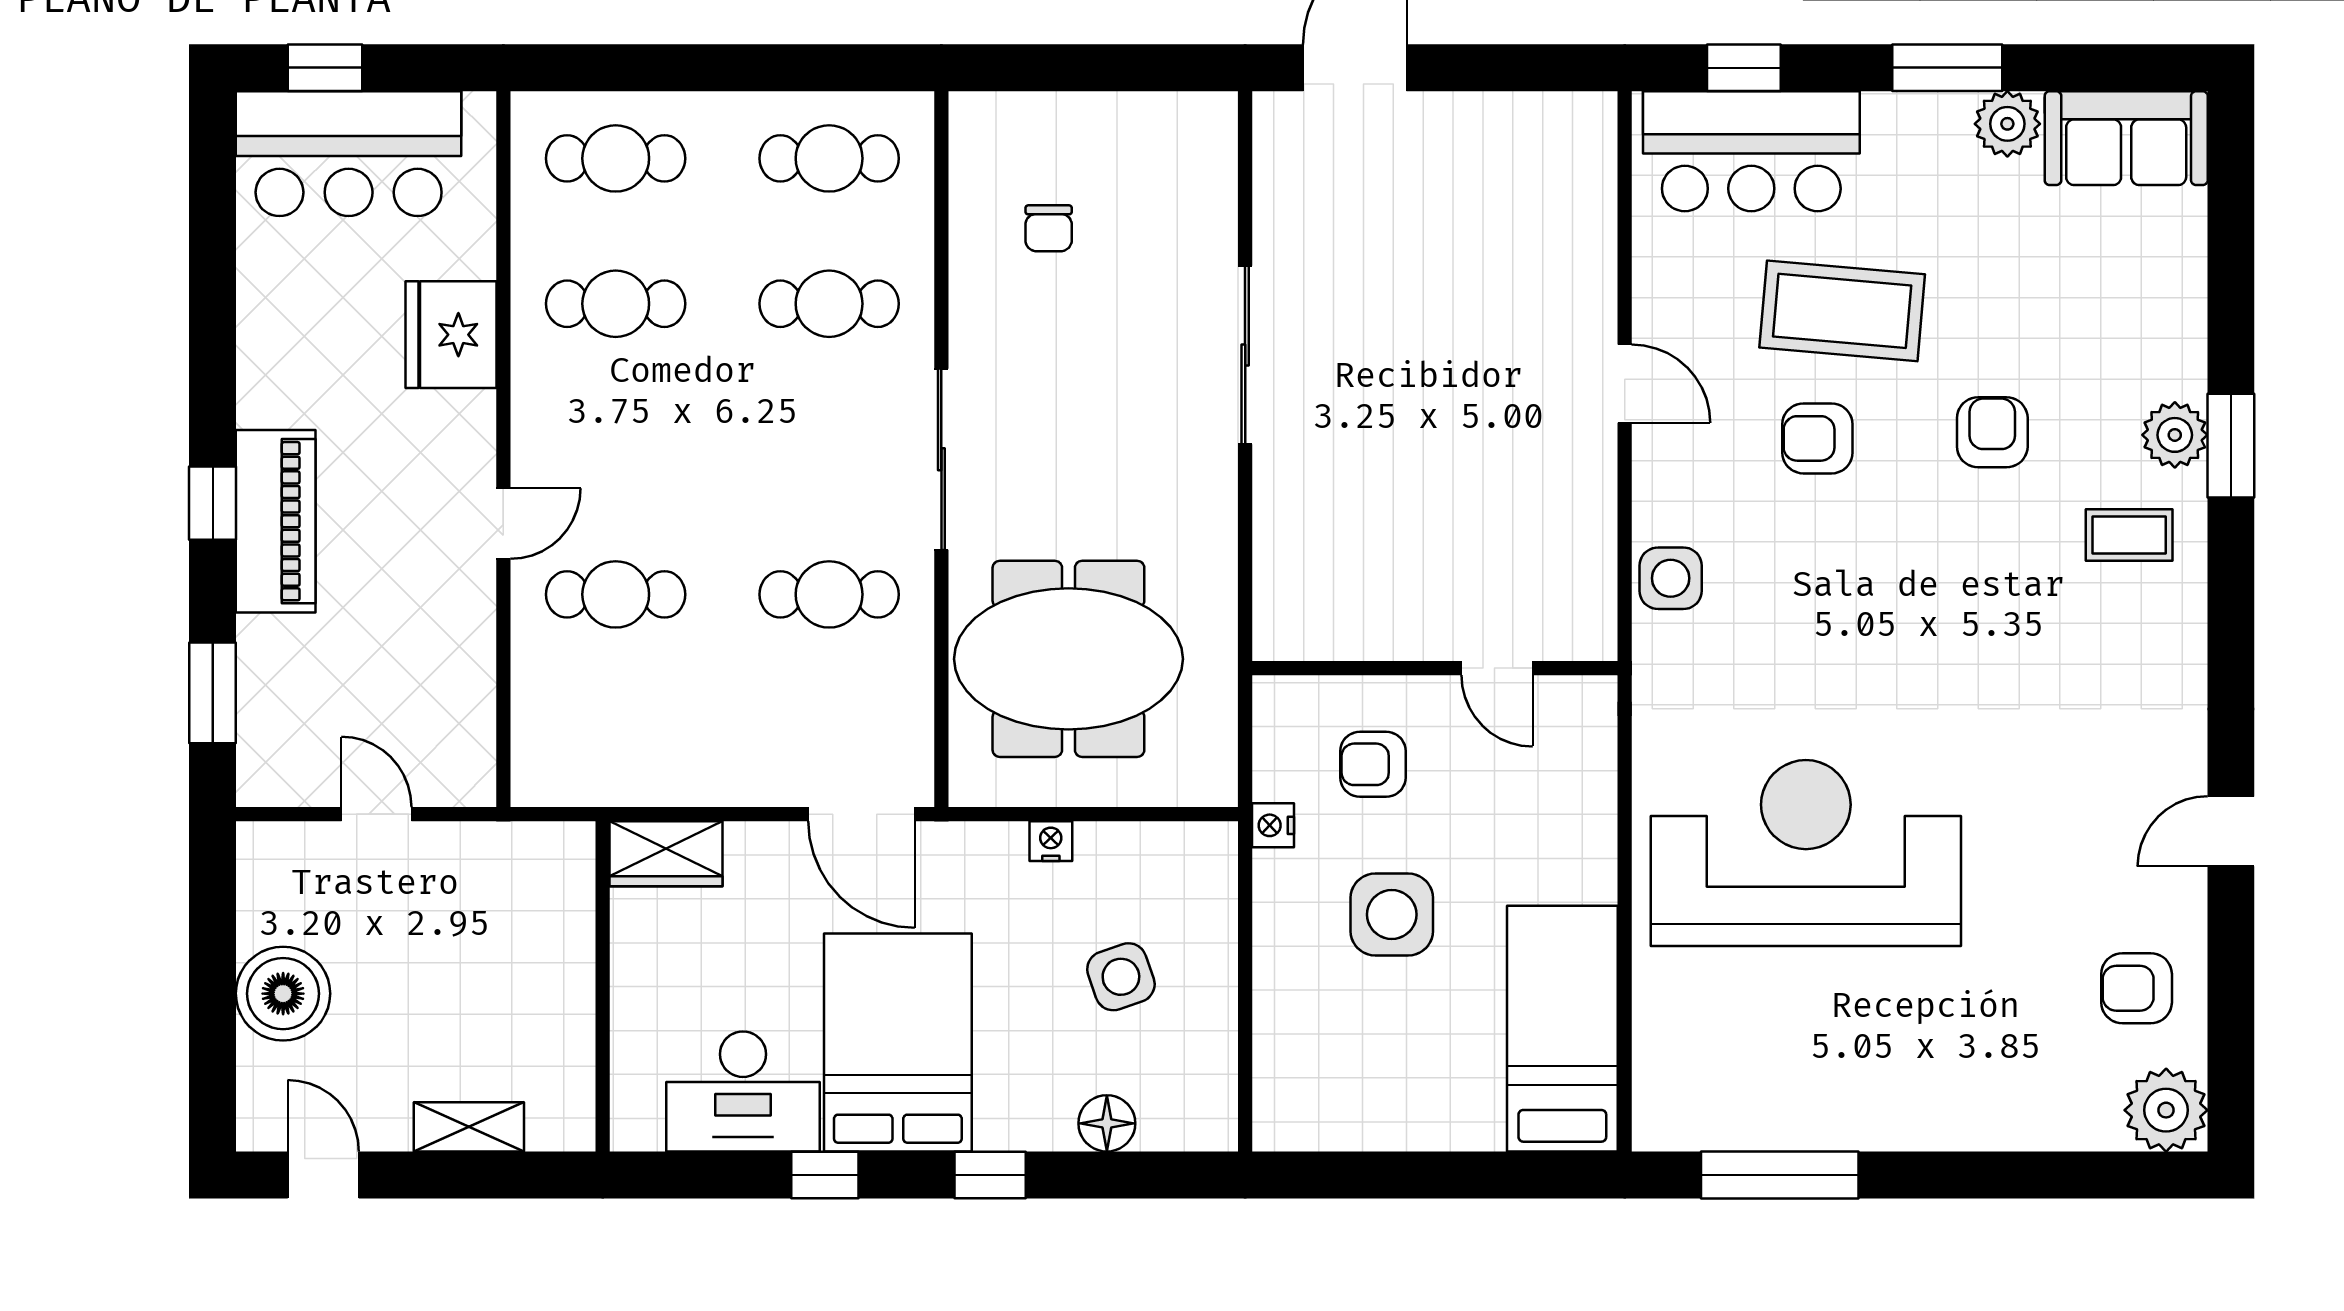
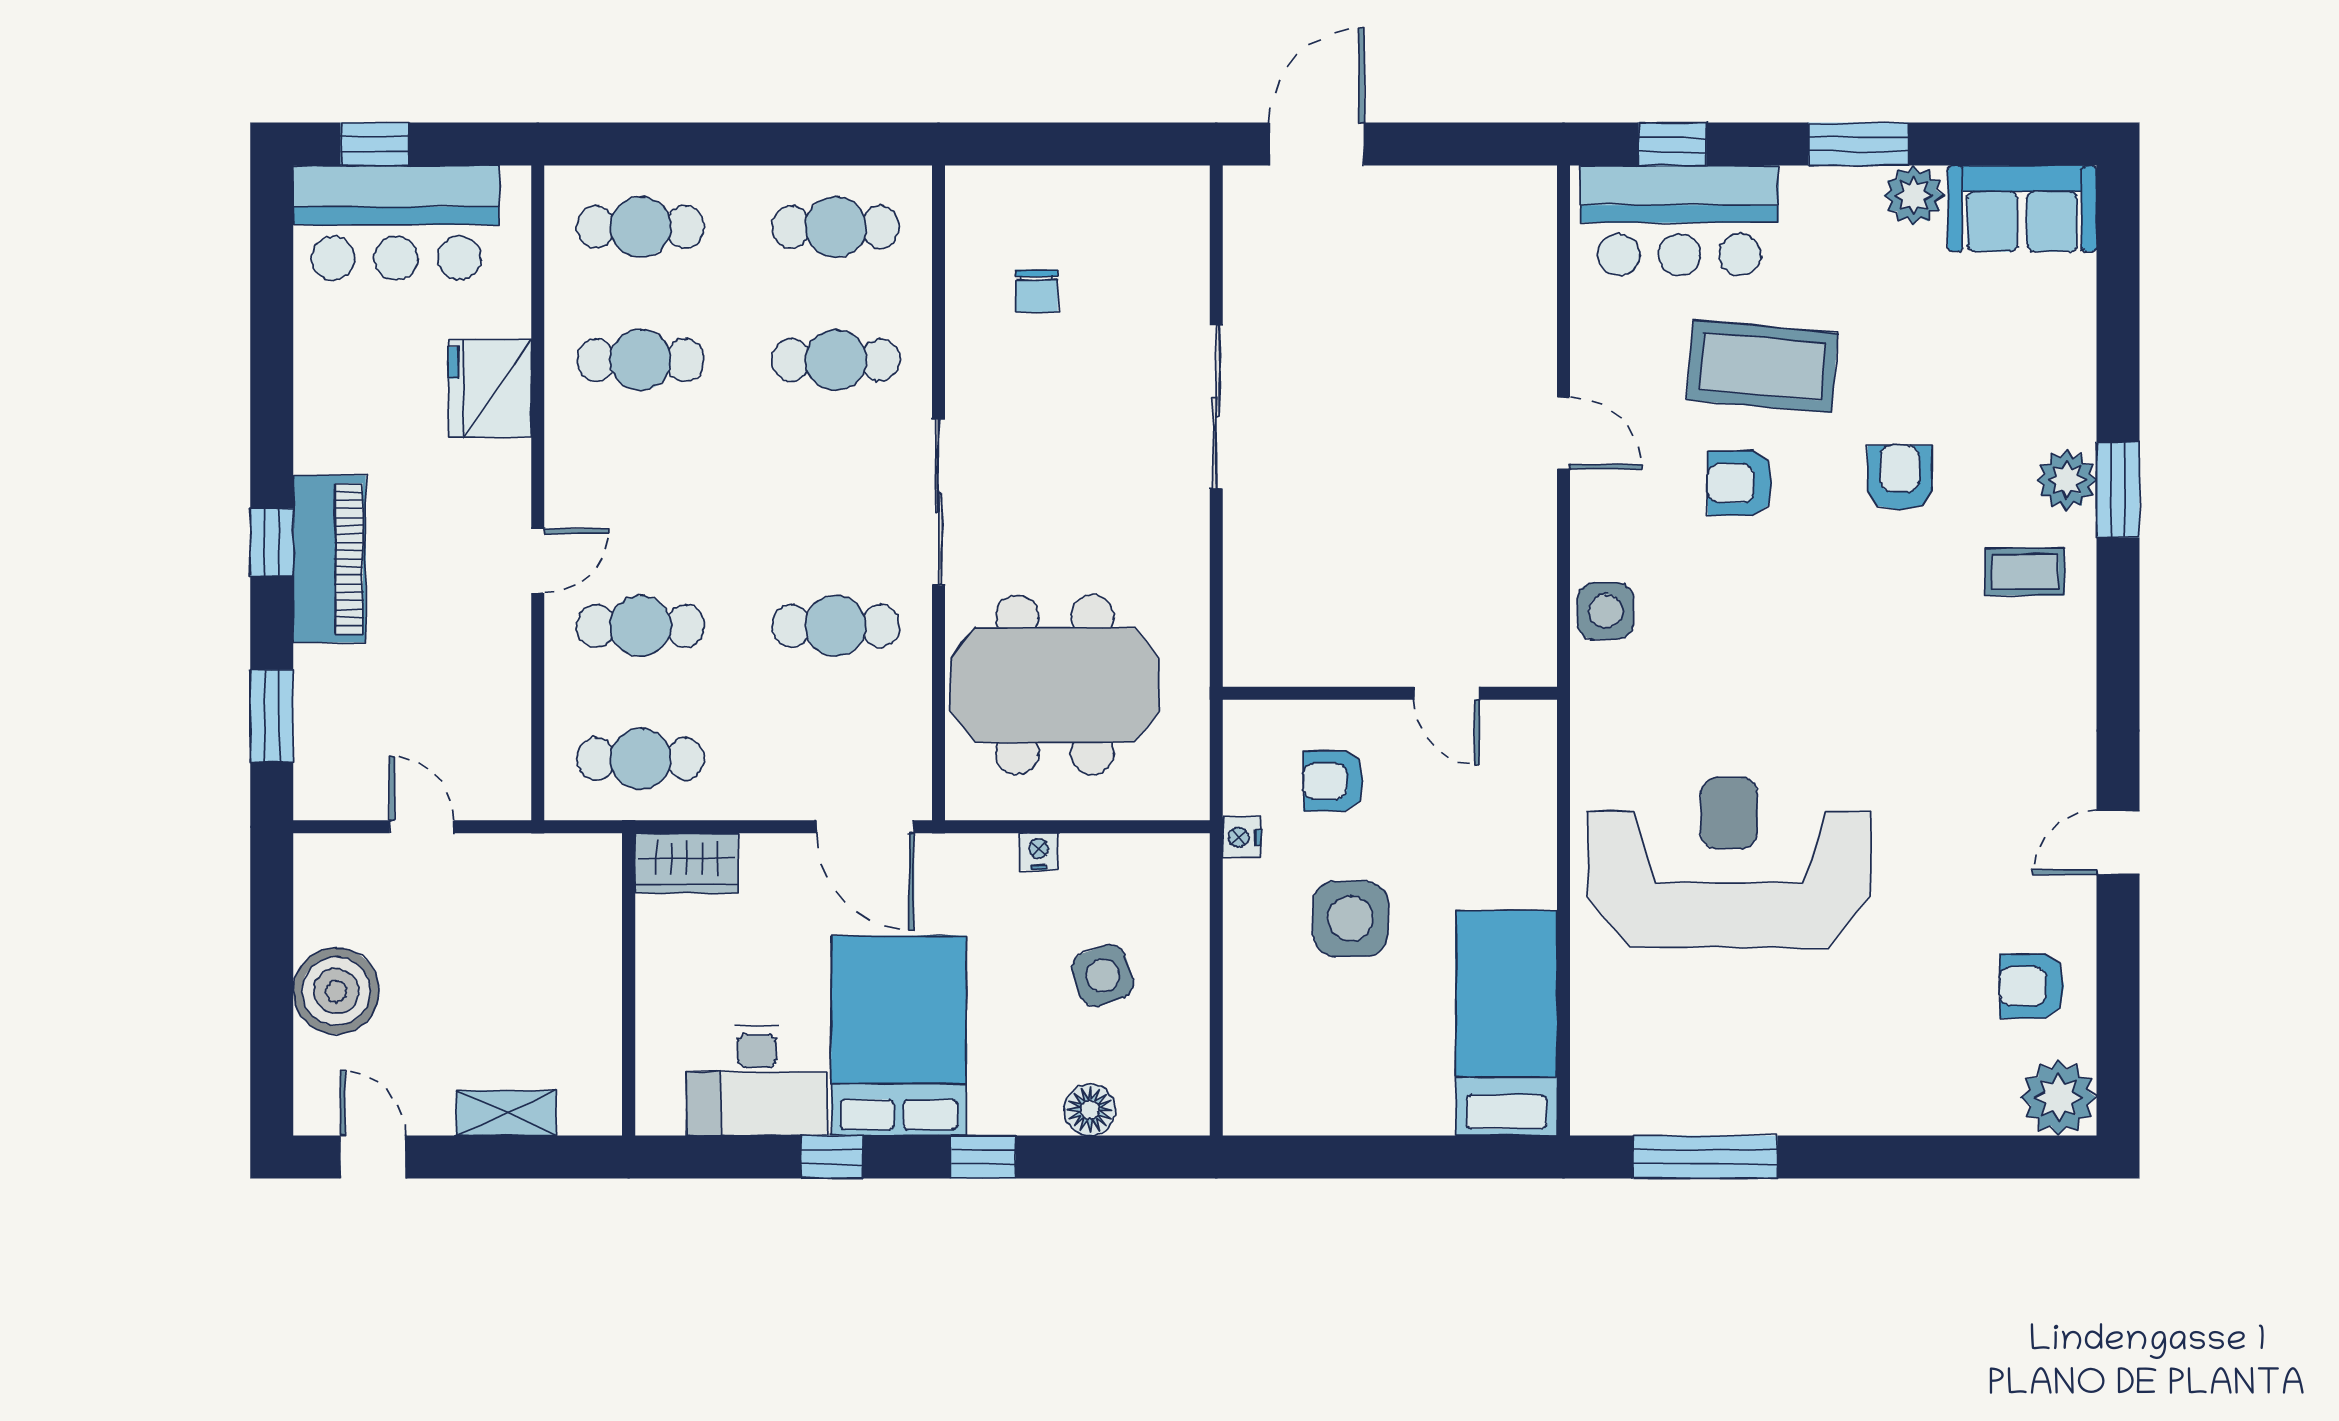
cafe table: (616, 740) -> (641, 759), added

